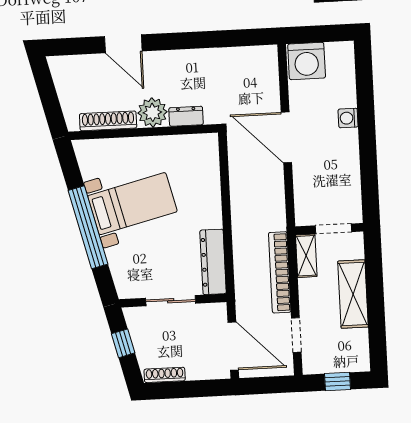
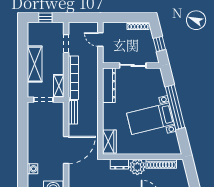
washing machine: (348, 118) -> (32, 169), moved
door: (286, 137) -> (66, 150), hinge flipped
wardrobe: (207, 157) -> (109, 141), added
bench: (277, 208) -> (73, 112), added
door: (233, 346) -> (100, 39), width x0.53

